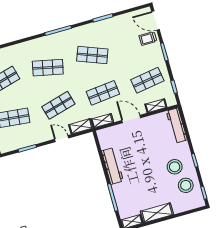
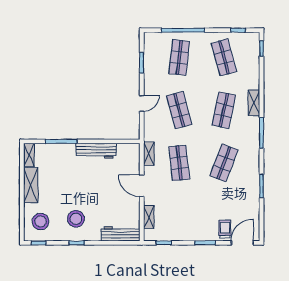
shop shelf: (147, 80) -> (179, 216), removed
door: (131, 119) -> (142, 186), swing flipped
shelving: (81, 126) -> (254, 103), moved
stool: (186, 185) -> (41, 221), moved

